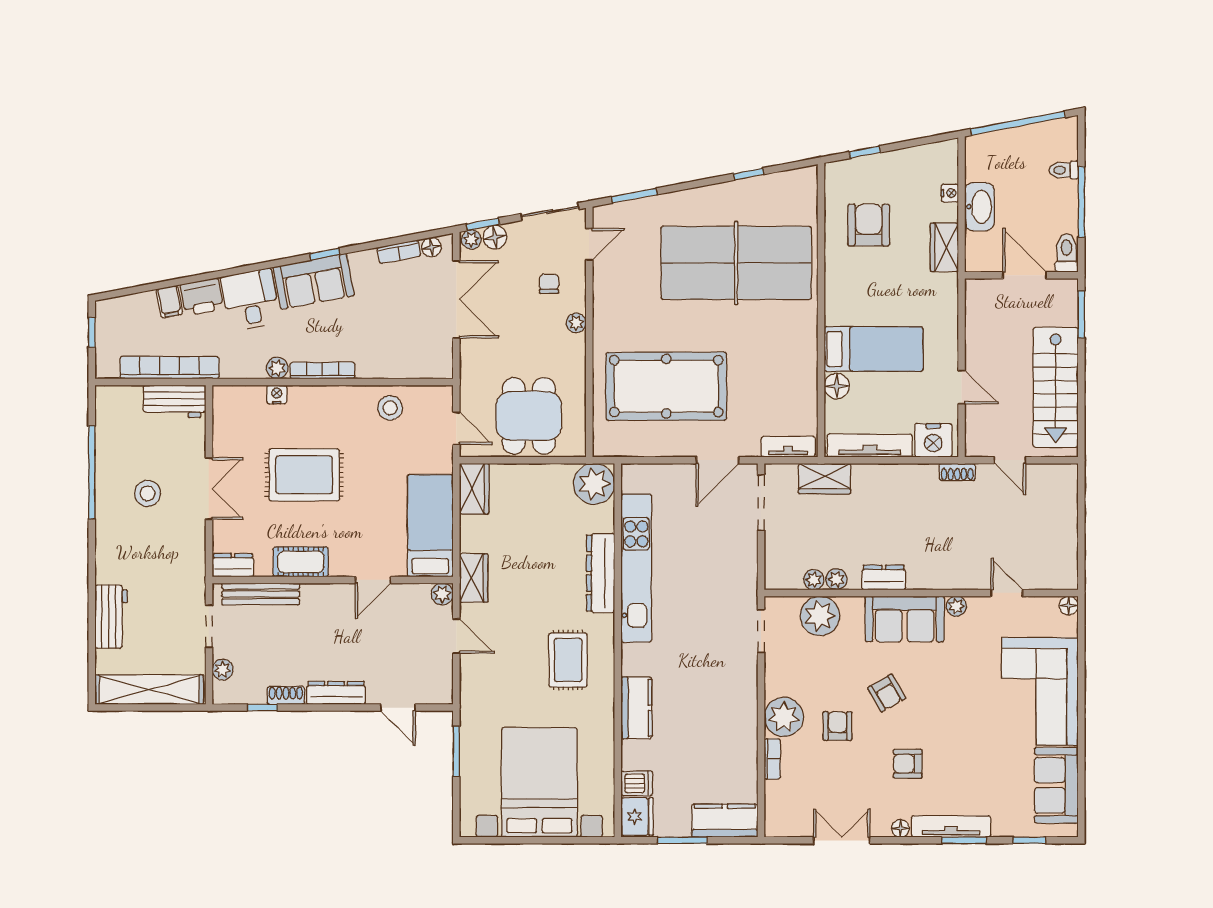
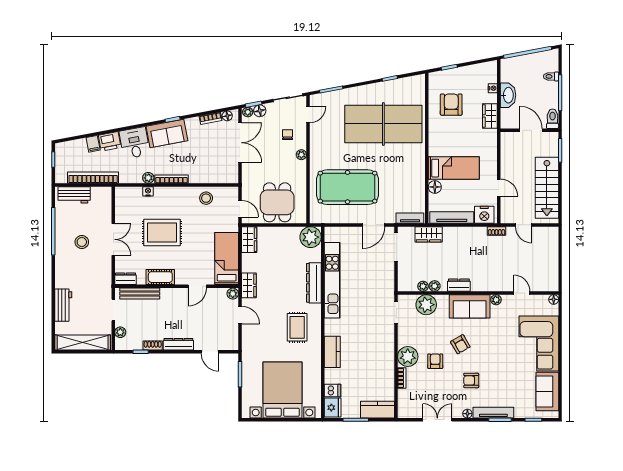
workbench: (175, 401) -> (74, 195), moved

